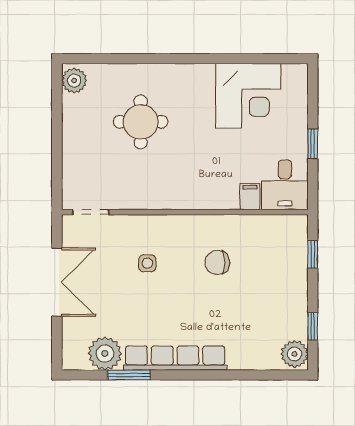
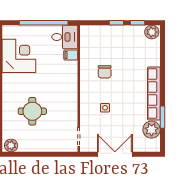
window: (313, 144) -> (44, 23), width x3.17
window: (313, 255) -> (116, 23), moved

